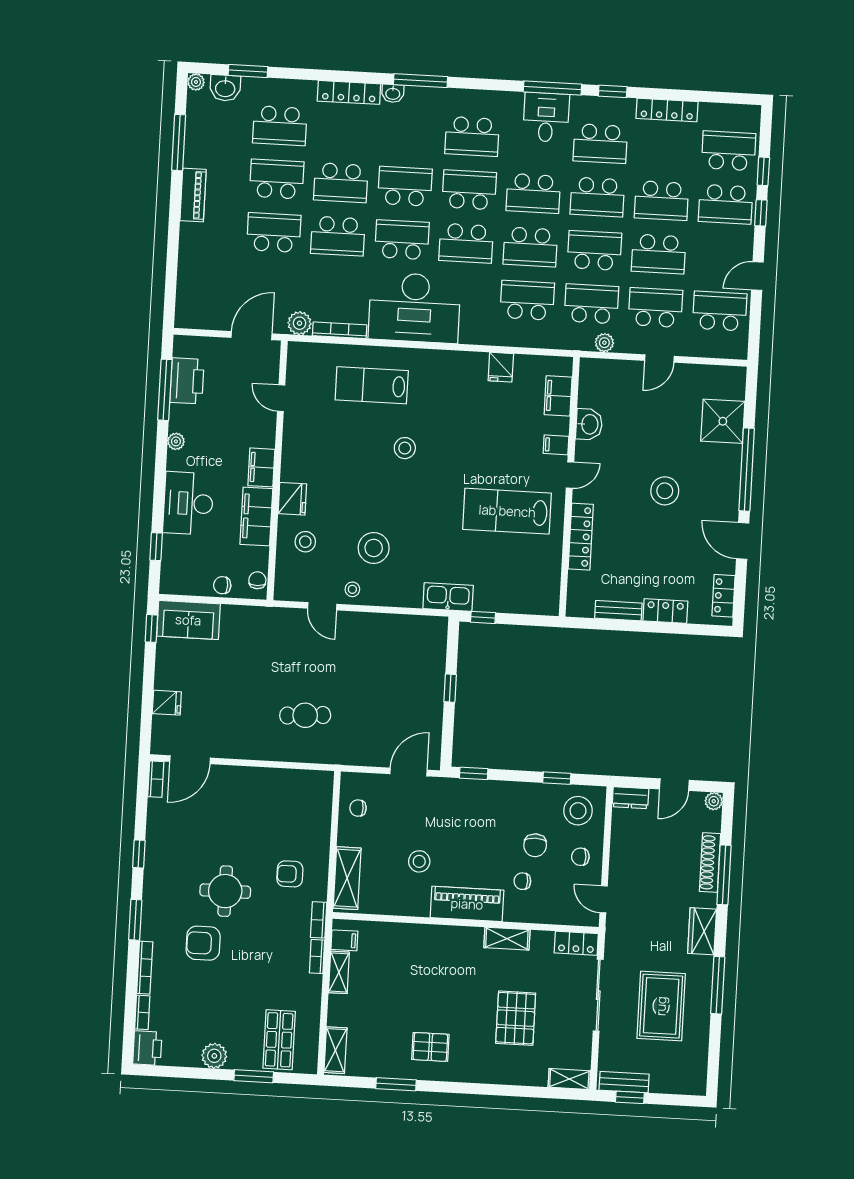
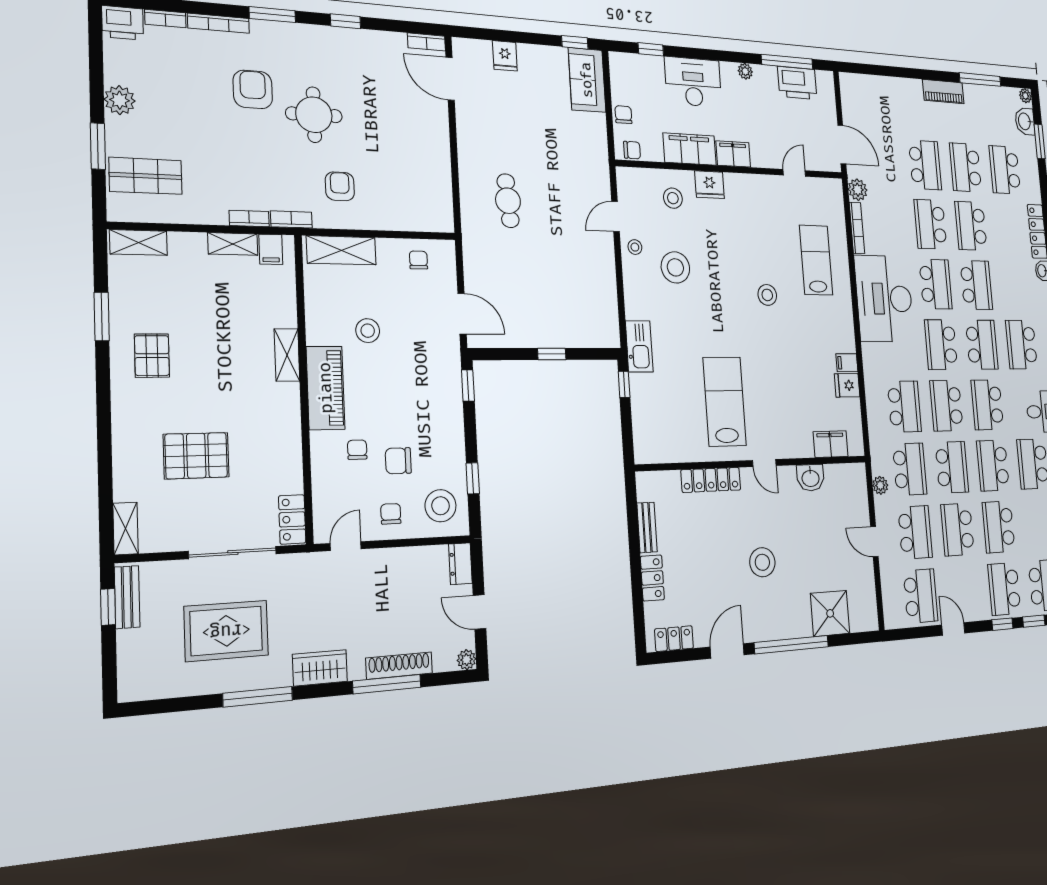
school desk: (277, 179) -> (966, 167), turned 180
filing cabinet: (556, 445) -> (847, 363), moved, turned -90
shelving: (507, 939) -> (287, 355), moved

